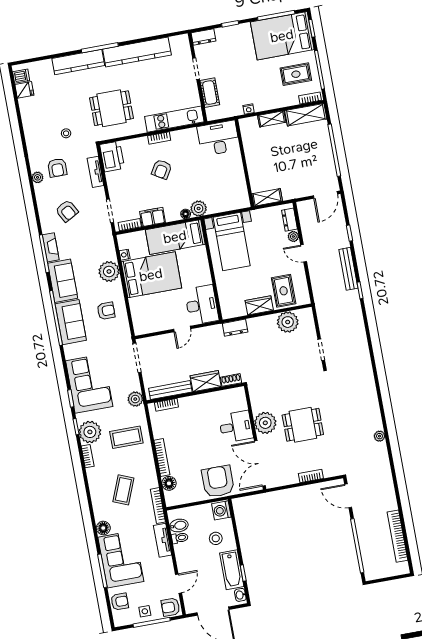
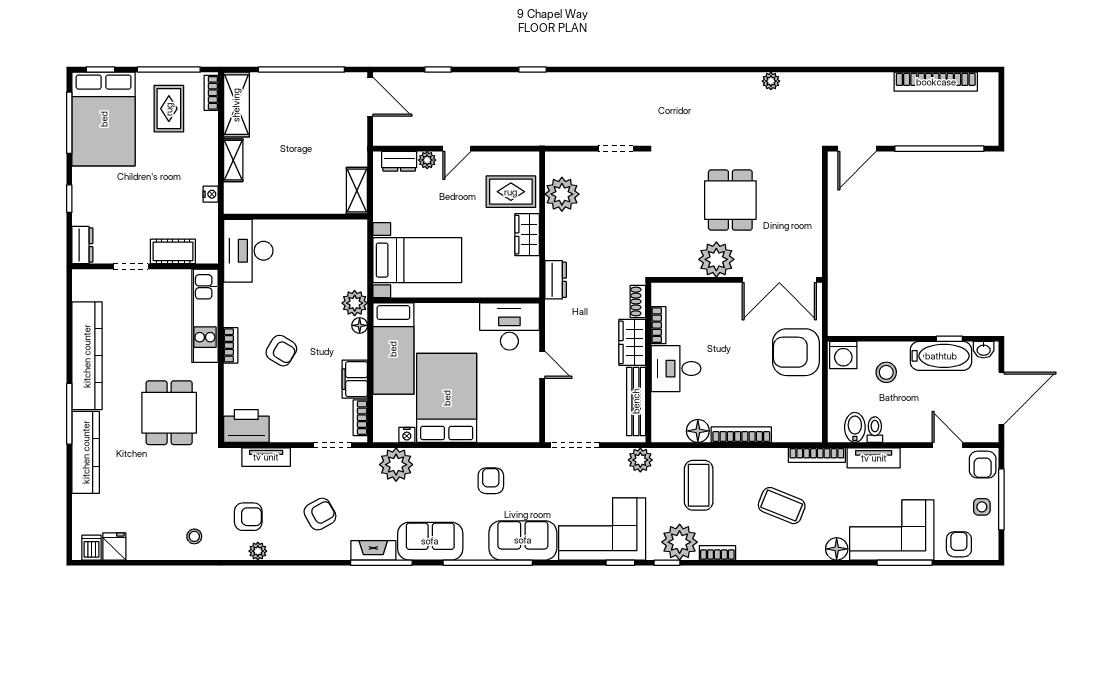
stool: (66, 133) -> (194, 536), moved
bench: (348, 269) -> (495, 82), removed
plant: (109, 271) -> (396, 465), moved
sofa: (71, 322) -> (523, 540), moved
bookcase: (166, 405) -> (659, 325), moved
desk: (236, 427) -> (676, 369), moved, turned -90
bookcase: (311, 476) -> (815, 202), removed
floor lamp: (169, 483) -> (698, 431), moved

